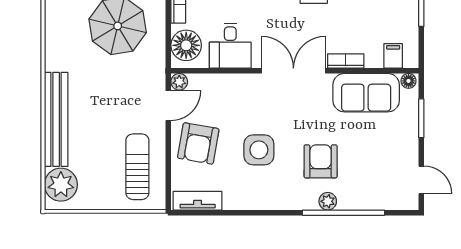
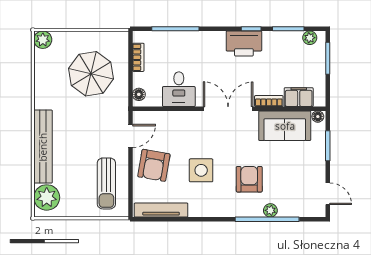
floor lamp: (186, 45) -> (139, 94), width x0.53, depth x0.53
filing cabinet: (393, 56) -> (299, 97), width x2.00
plant: (179, 82) -> (139, 117), removed
sun lounger: (137, 167) -> (106, 183), turned 180
tv unit: (198, 201) -> (161, 210), width x1.41
plant: (328, 201) -> (270, 210), moved

